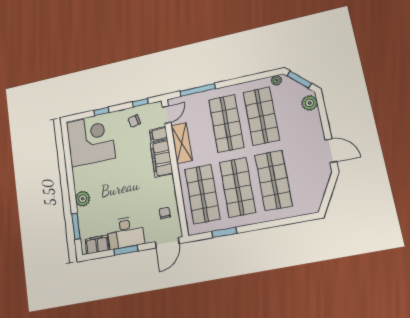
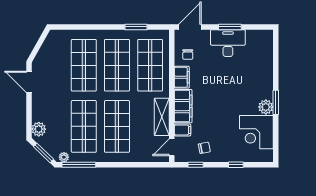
window: (198, 90) -> (79, 165), moved
corner desk: (91, 140) -> (256, 132), width x0.74, depth x0.74
plant: (83, 199) -> (266, 107), moved
window: (76, 226) -> (276, 102), moved
filing cabinet: (97, 245) -> (182, 77), moved, turned -90

